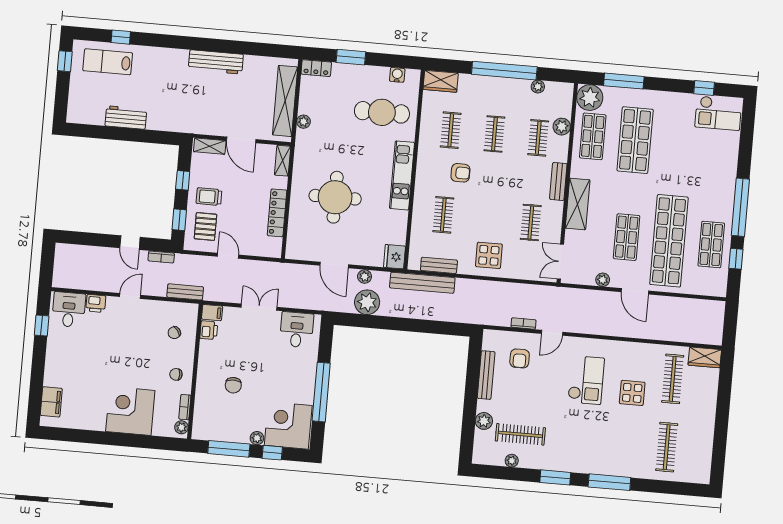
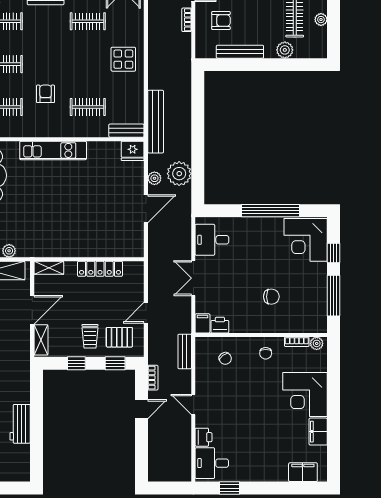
round table: (335, 197) -> (80, 214), removed
bench: (439, 265) -> (126, 131), moved, turned 90
filing cabinet: (91, 421) -> (318, 432), added
plant: (257, 438) -> (321, 269), removed

